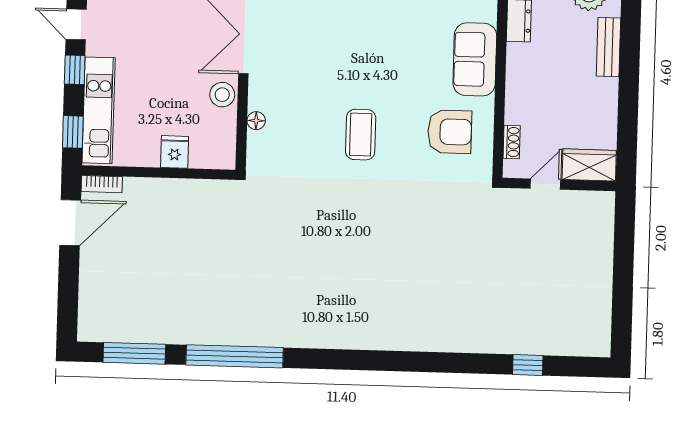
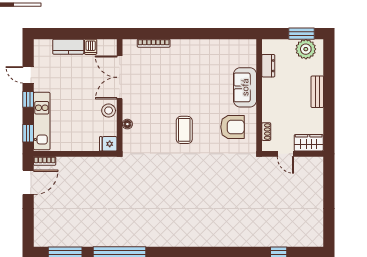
bench: (608, 47) -> (317, 92), moved
fridge: (175, 152) -> (108, 144), moved, turned -90
door: (545, 184) -> (285, 154), swing flipped

